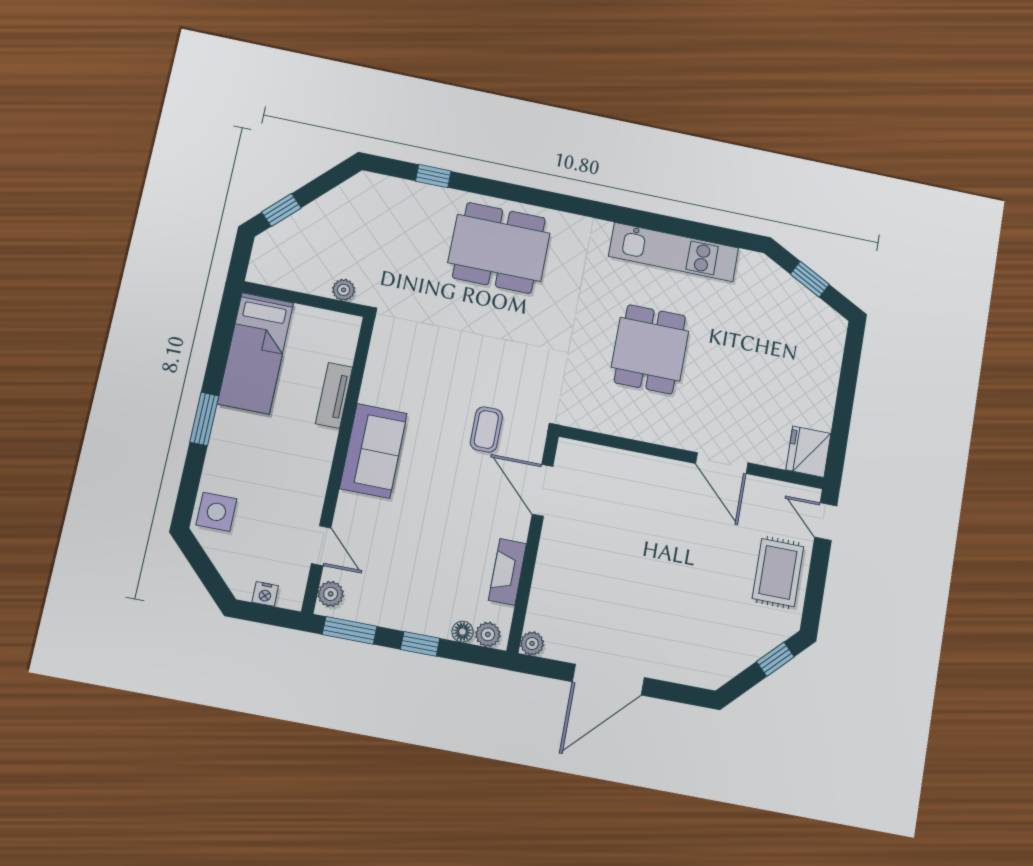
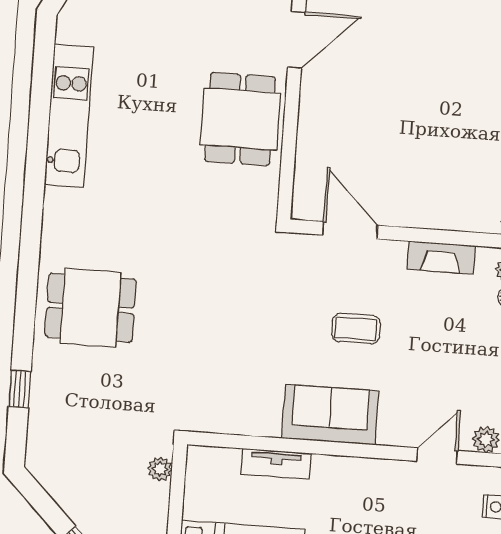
dining table: (499, 248) -> (91, 308), width x0.73
dining table: (650, 349) -> (240, 119), moved, turned 90
coffee table: (486, 429) -> (356, 329), moved
door: (543, 490) -> (350, 230), swing flipped

